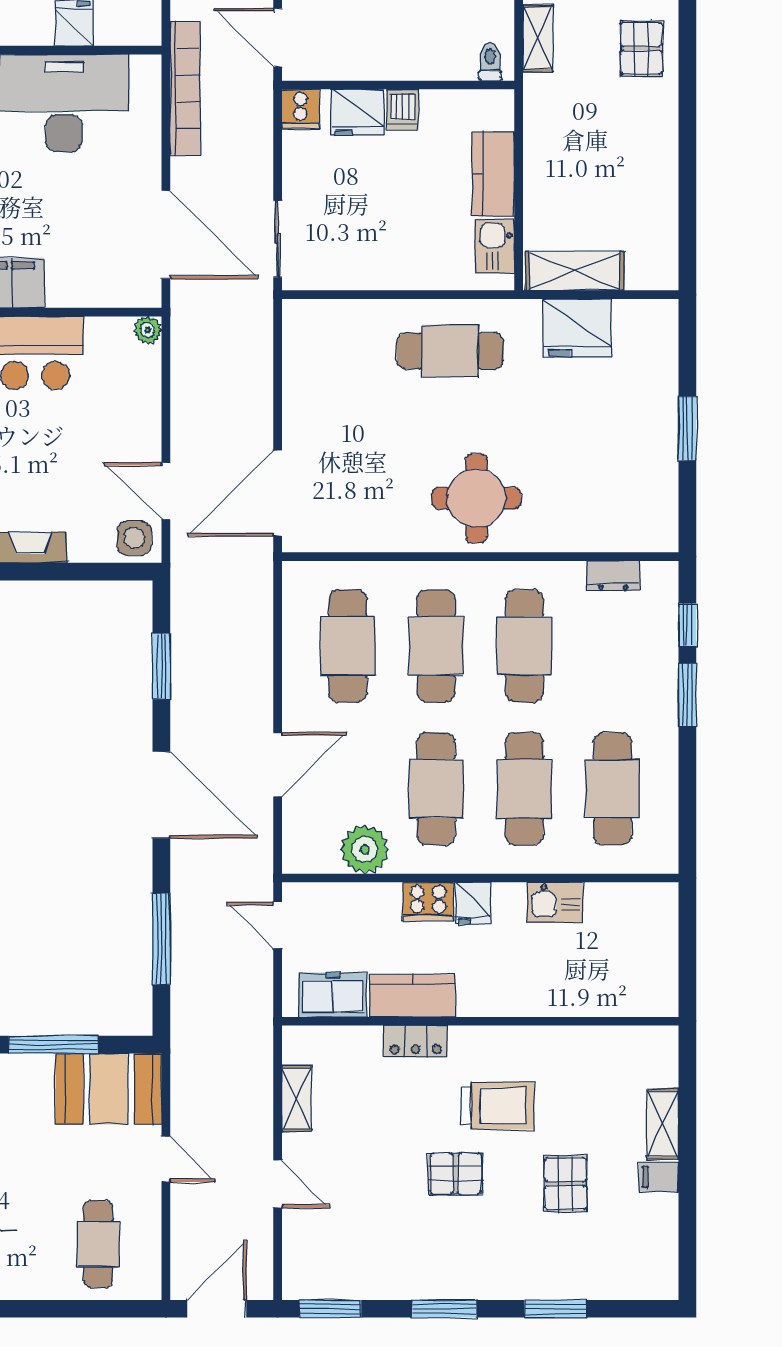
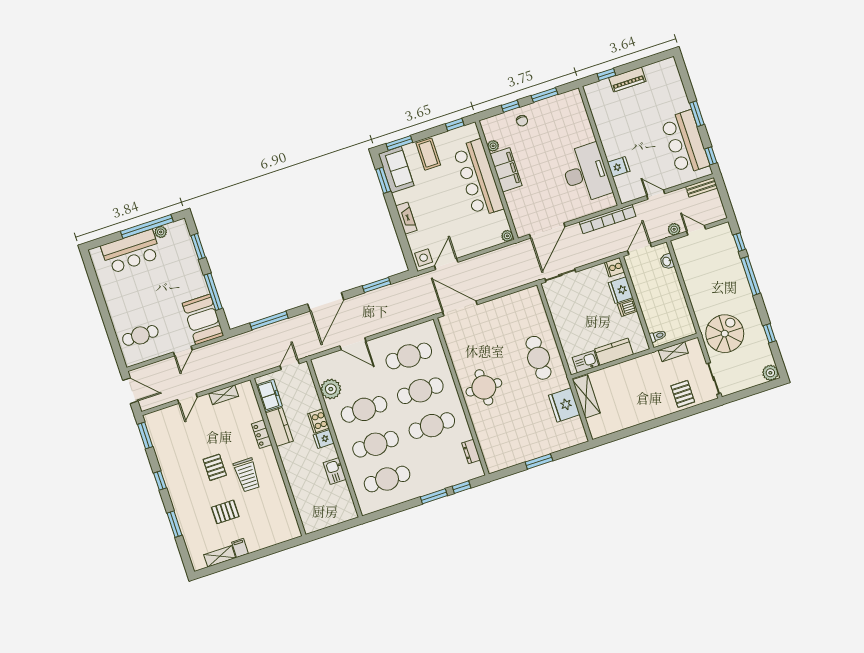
pallet: (641, 48) -> (683, 394), turned 90
shelving: (663, 1124) -> (220, 556), moved
window: (444, 1309) -> (160, 480), width x0.67

